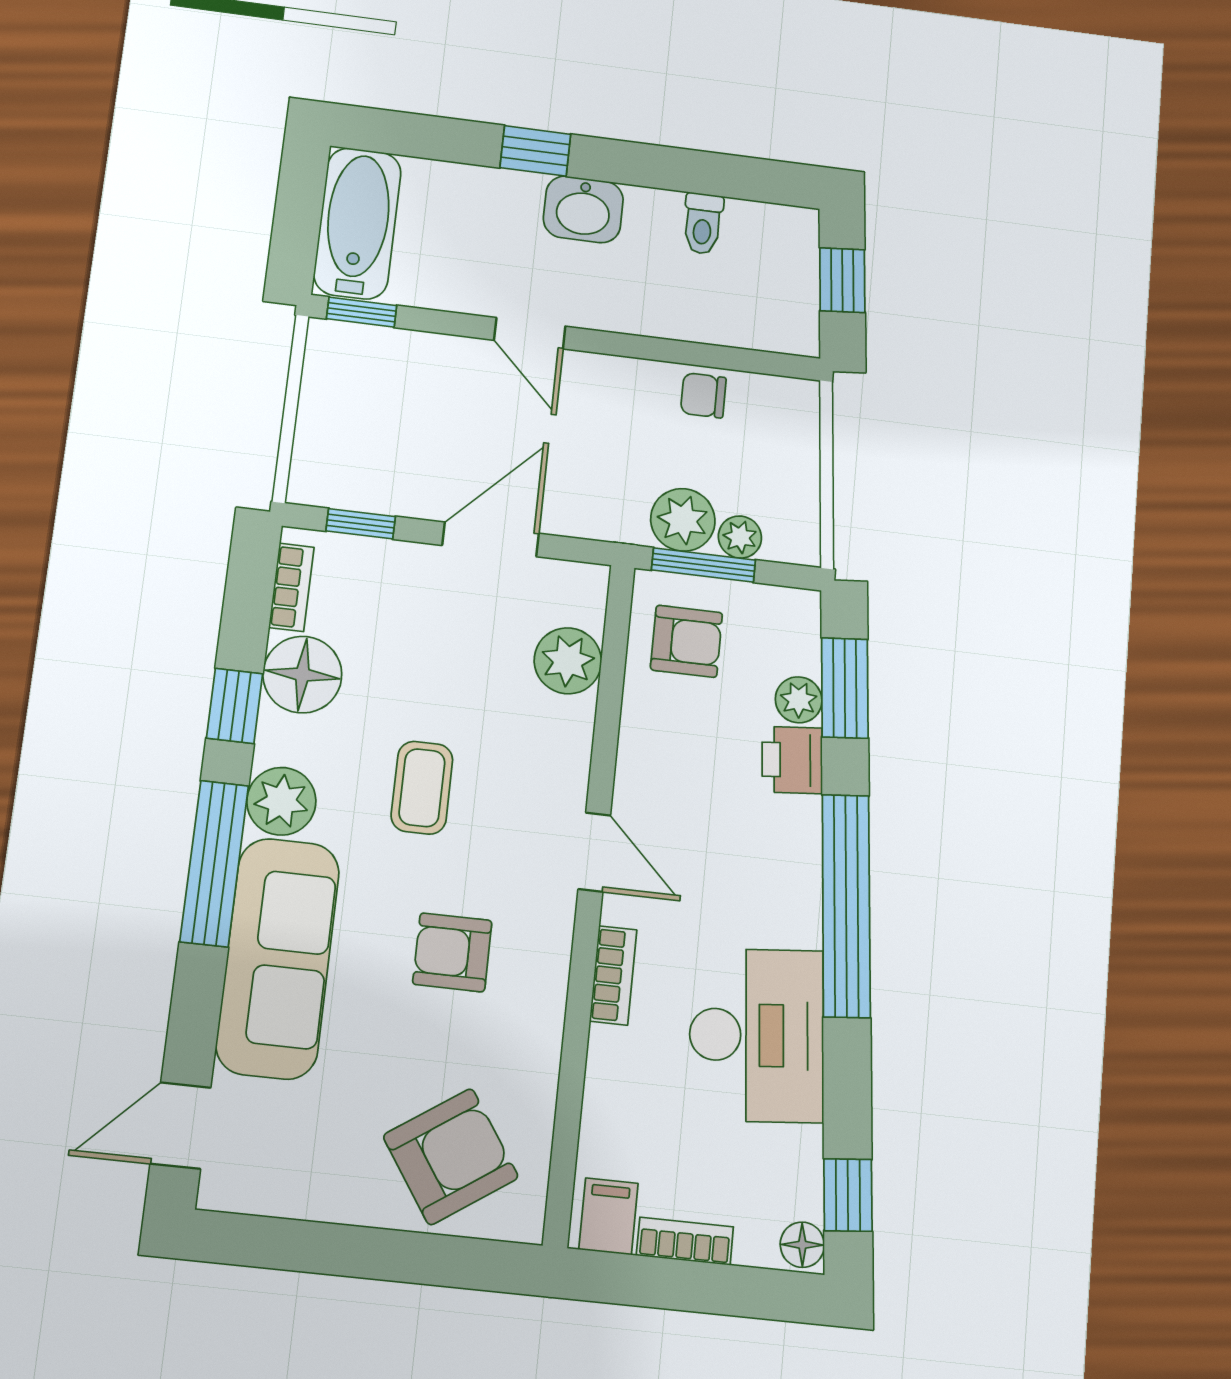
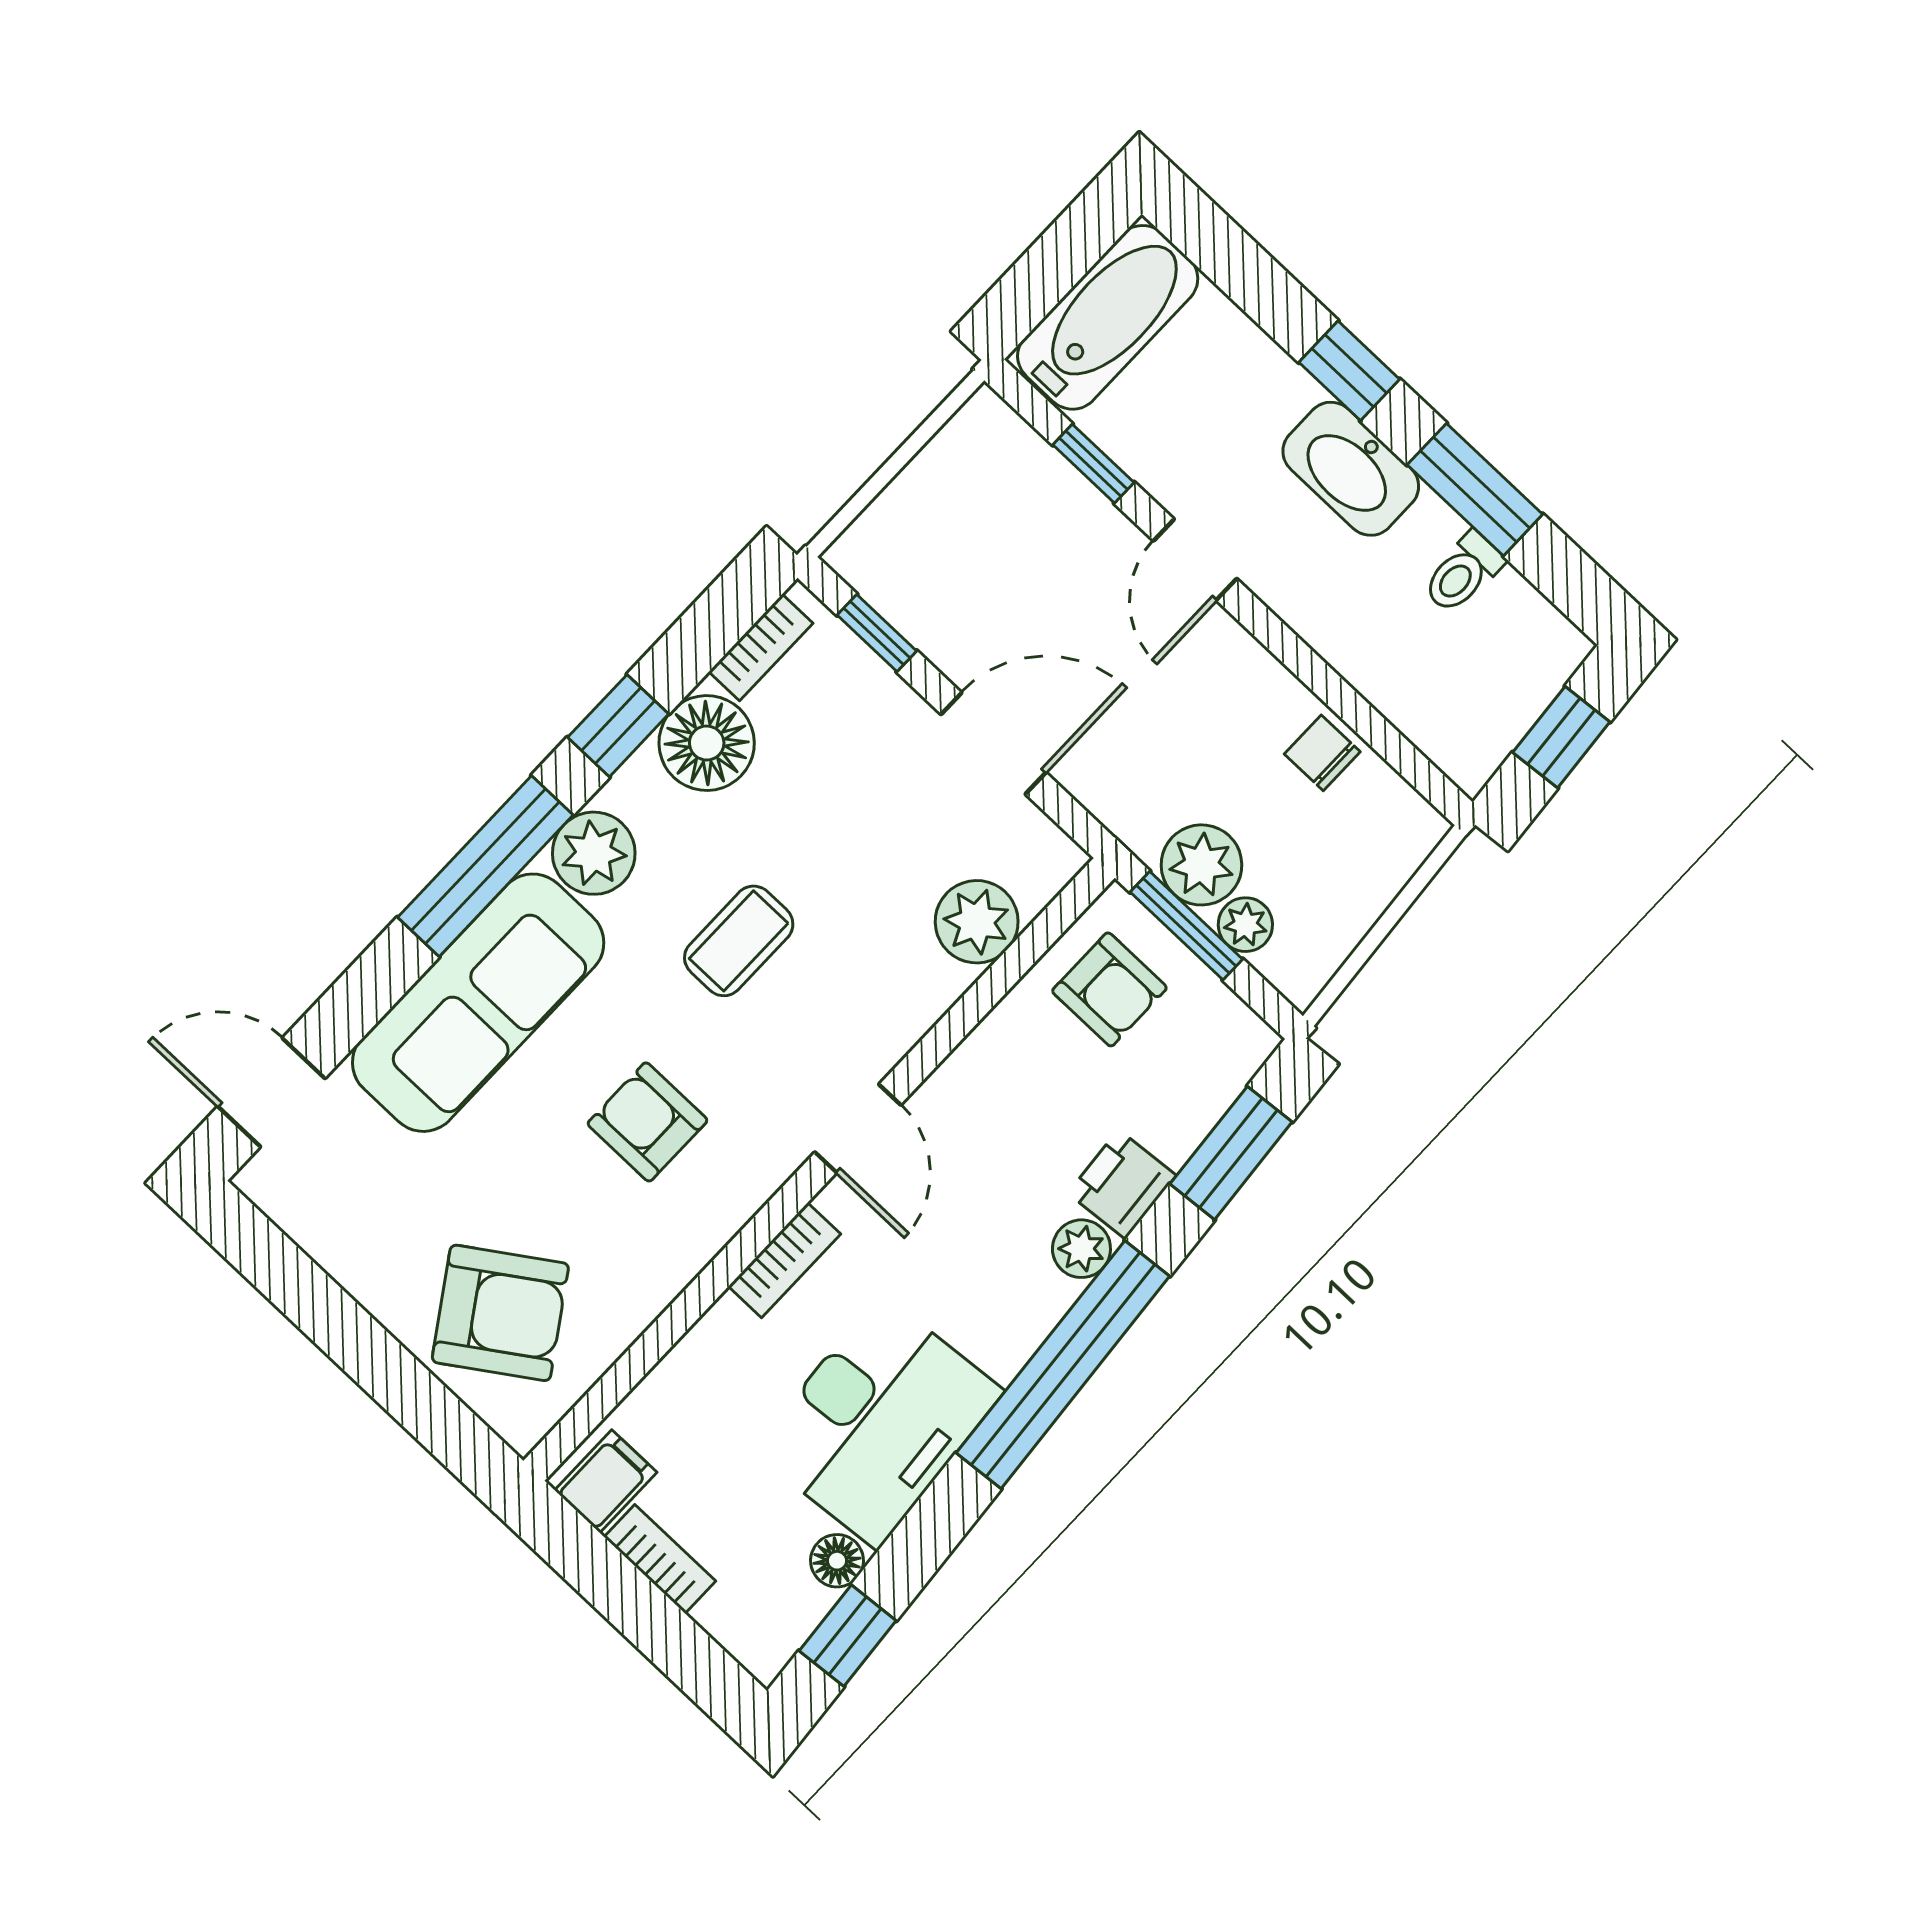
window: (670, 168) -> (1475, 490), added
washbasin: (583, 209) -> (1351, 469), width x1.38
window: (362, 312) -> (1093, 464), moved
plant: (799, 700) -> (1081, 1249), moved
floor lamp: (802, 1245) -> (837, 1561), moved

